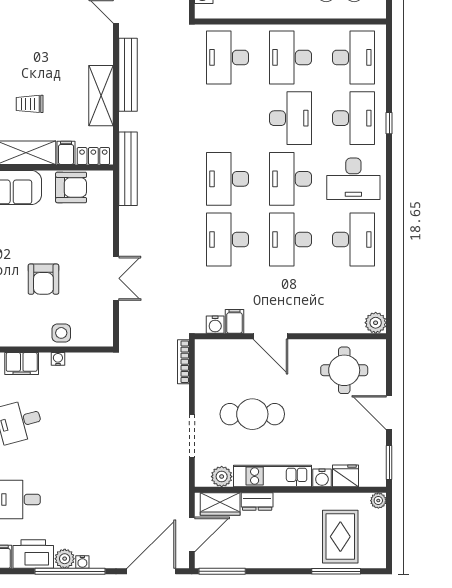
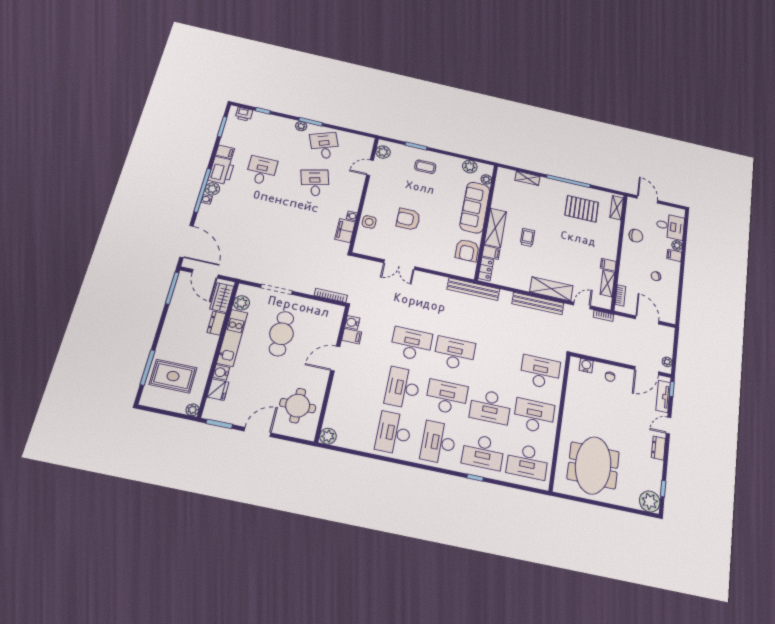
shelving: (101, 96) -> (551, 289), moved
desk: (290, 239) -> (403, 388), turned -90
desk: (353, 239) -> (394, 433), turned 90
filing cabinet: (22, 363) -> (345, 231), moved

